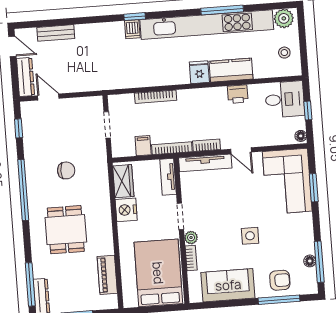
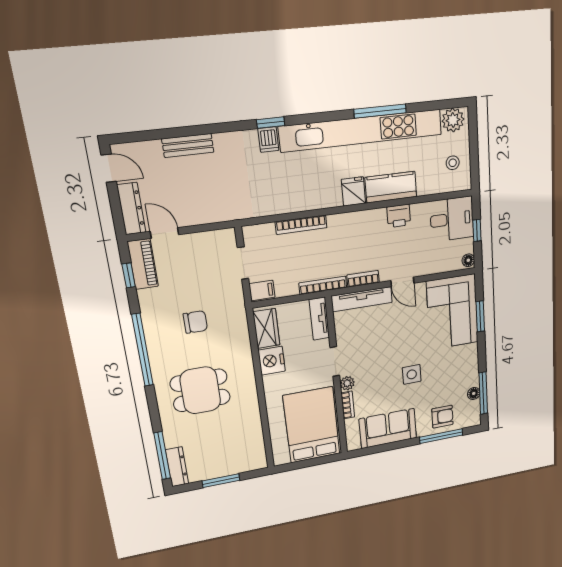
bench: (56, 33) -> (188, 145), moved
filing cabinet: (143, 146) -> (262, 290), moved, turned 90
dining table: (66, 230) -> (200, 390), turned 90
piano: (107, 275) -> (143, 264), moved, turned 180

